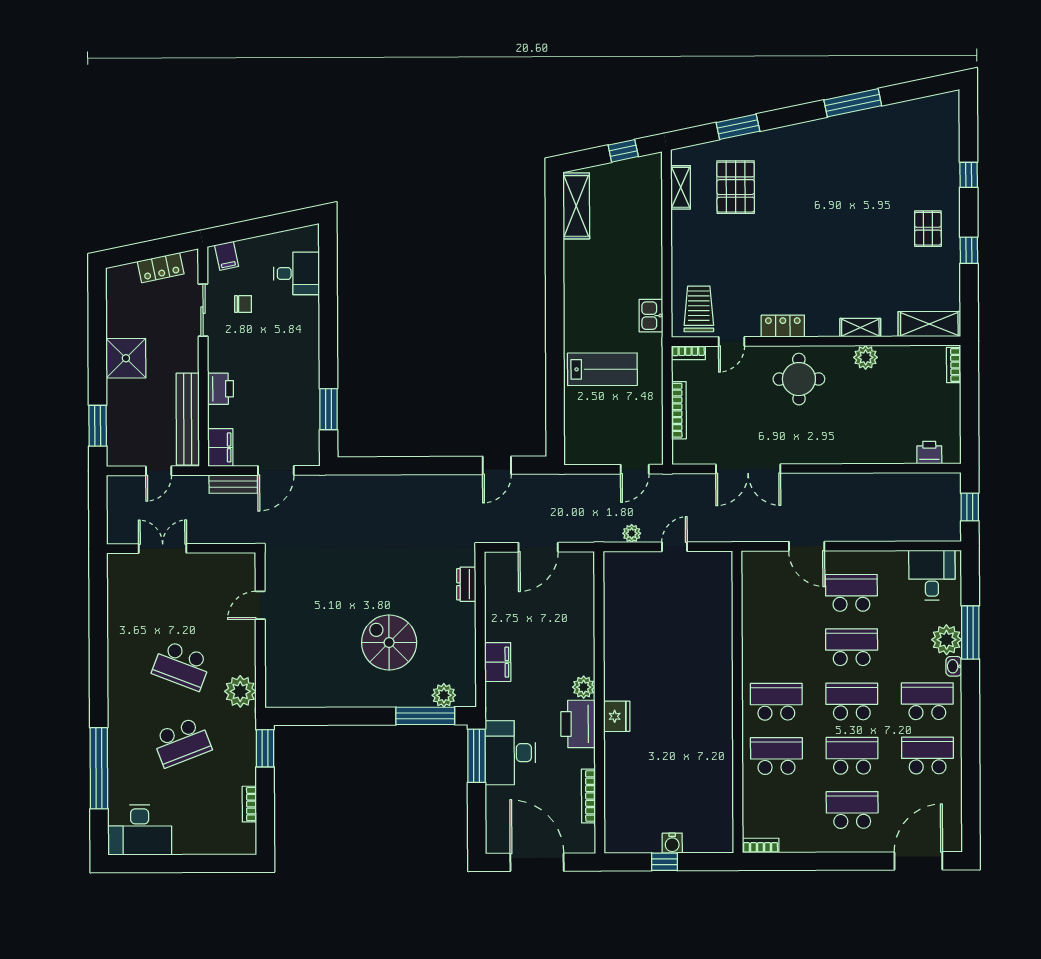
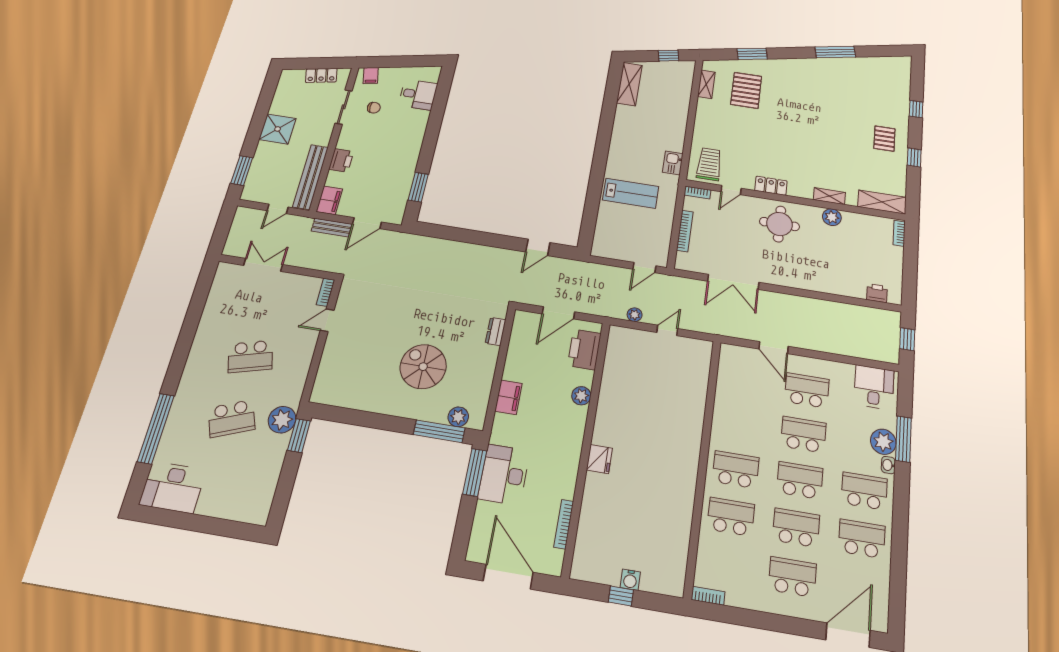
school desk: (182, 666) -> (250, 356), turned -36
plant: (584, 687) -> (581, 396), moved
plant: (240, 691) -> (282, 420), moved
printer: (578, 724) -> (584, 349), moved
bookcase: (249, 804) -> (325, 292), moved

